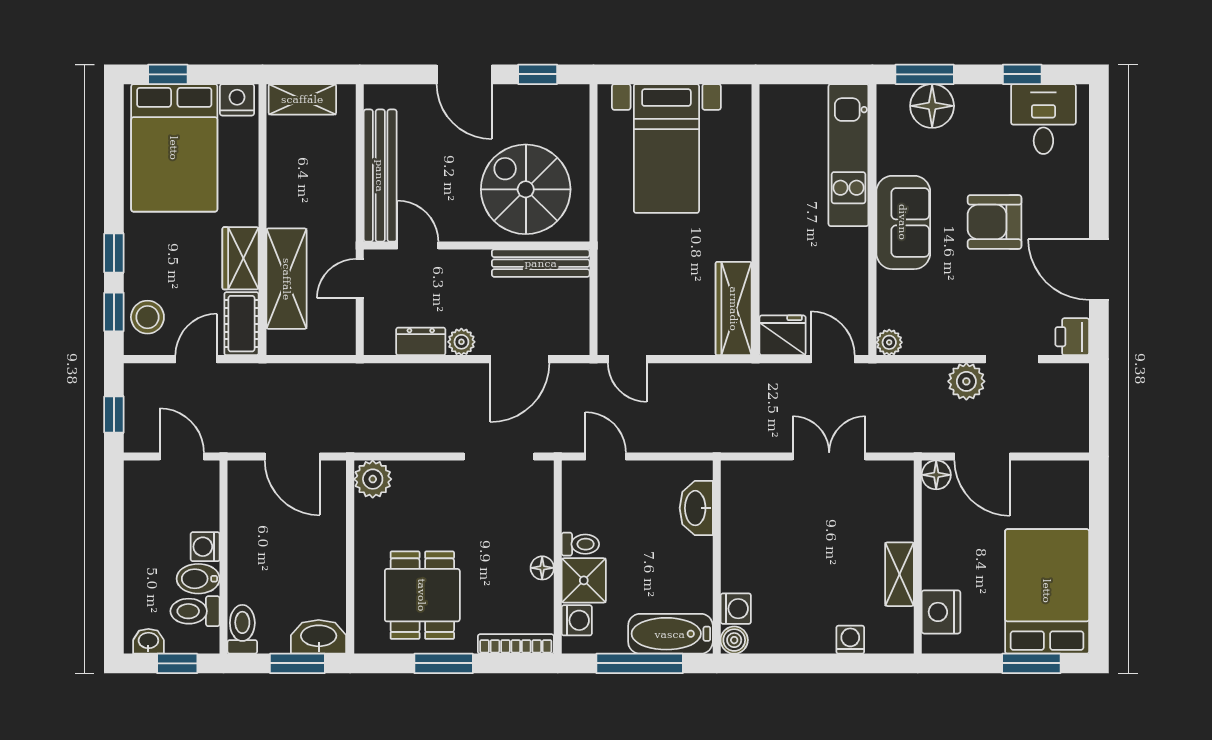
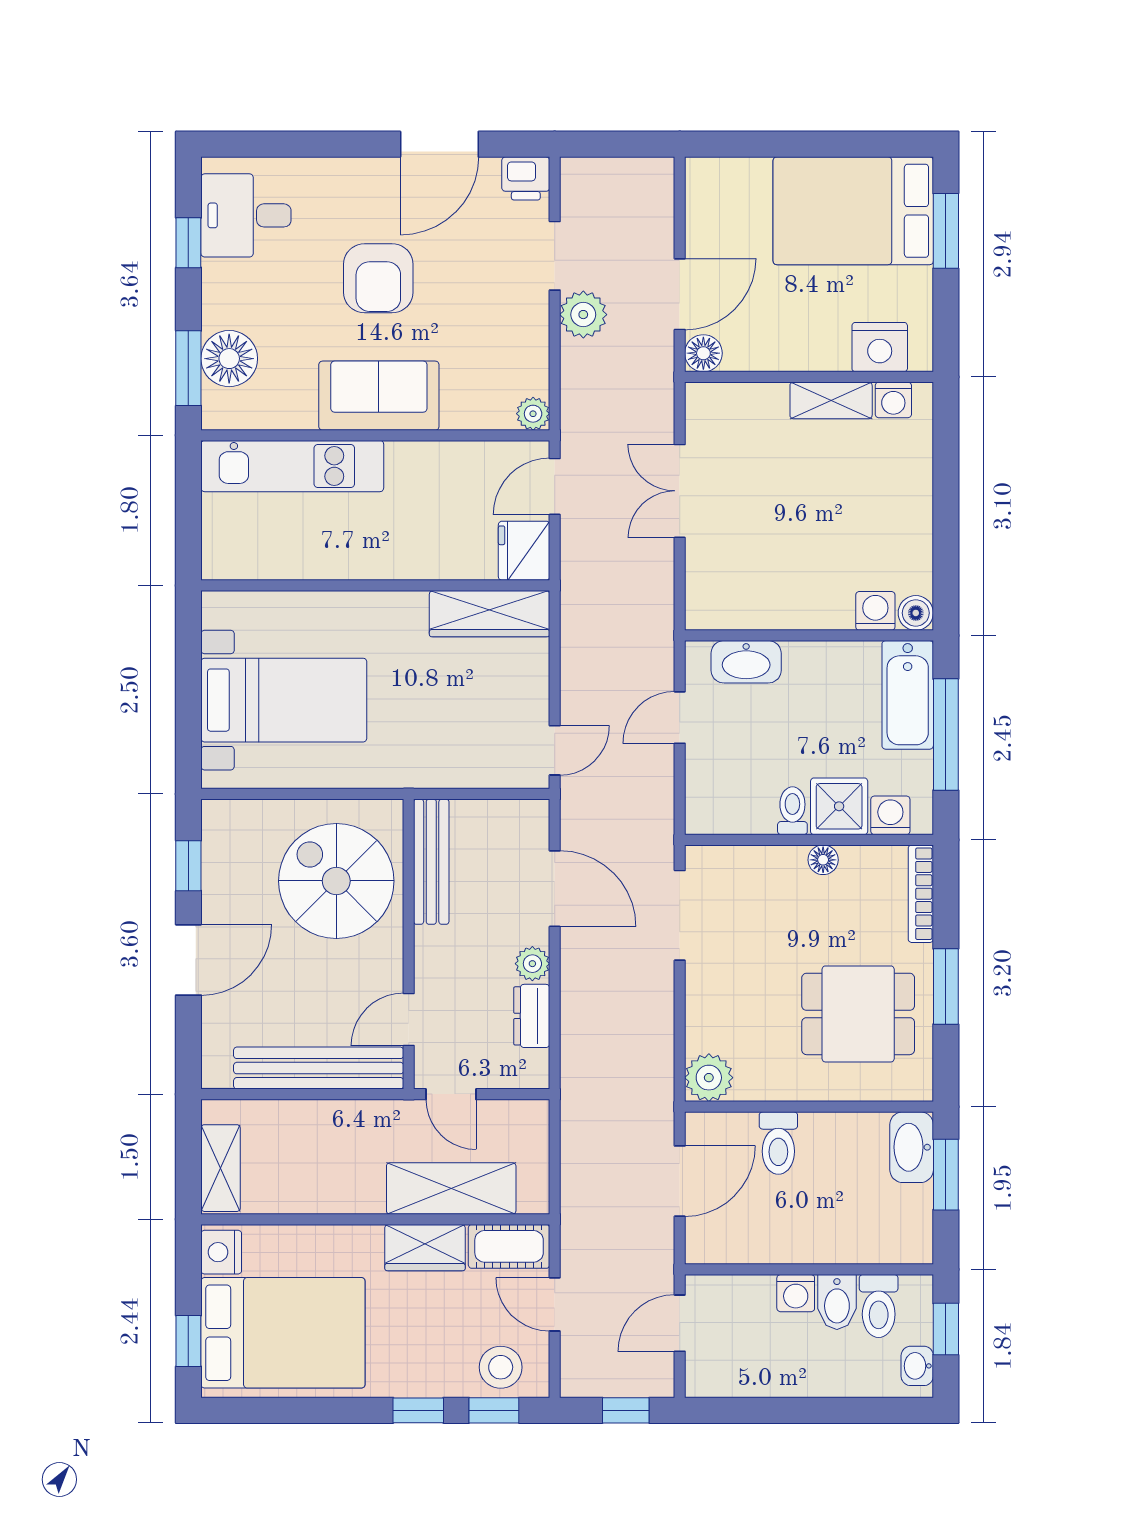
spiral stairs: (526, 189) -> (336, 881), turned 90
door: (606, 456) -> (680, 718), moved
toilet: (242, 629) -> (778, 1143), moved, turned -90
washing machine: (850, 640) -> (893, 400), moved, turned -90

